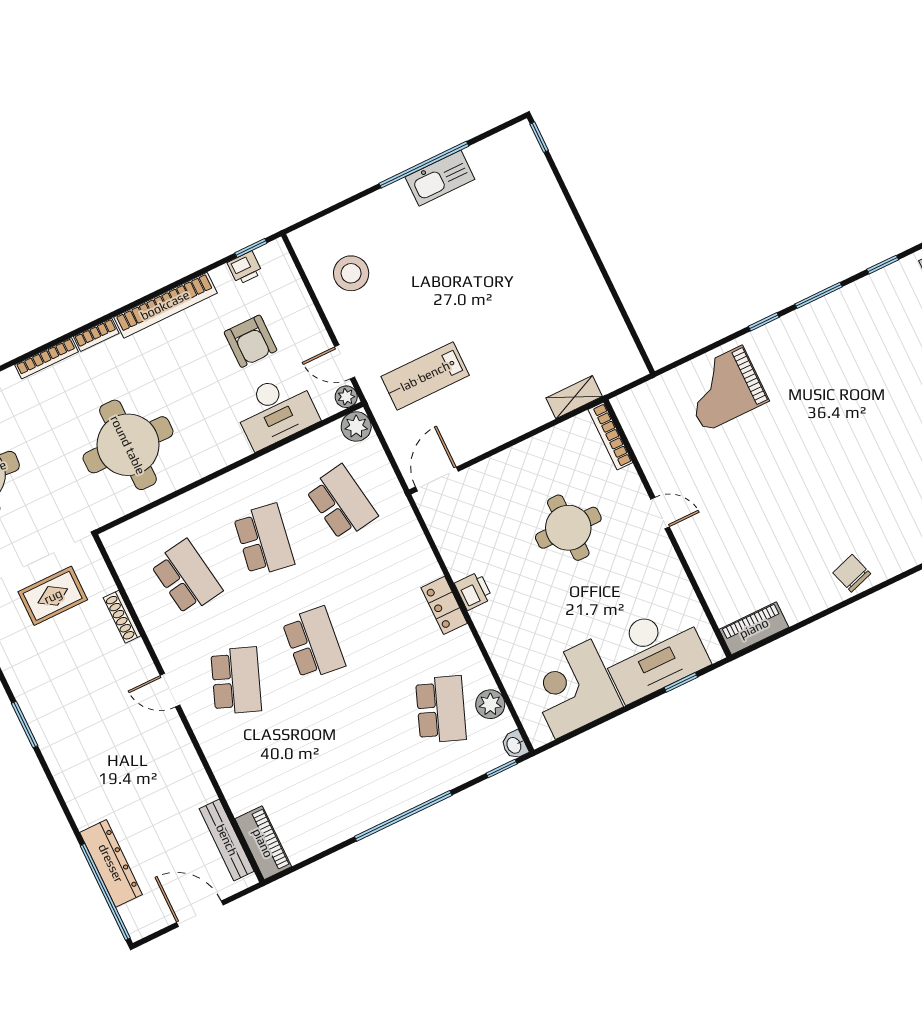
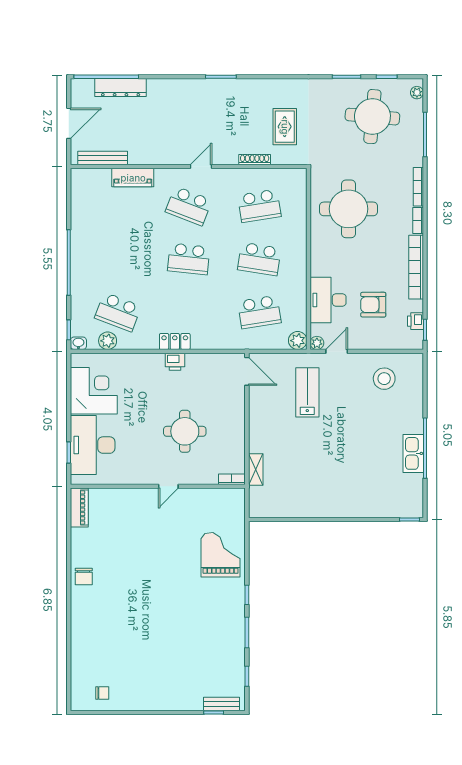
bookcase: (610, 436) -> (232, 479), width x0.64
chair: (852, 573) -> (84, 577), turned 108
piano: (263, 843) -> (133, 178), moved

